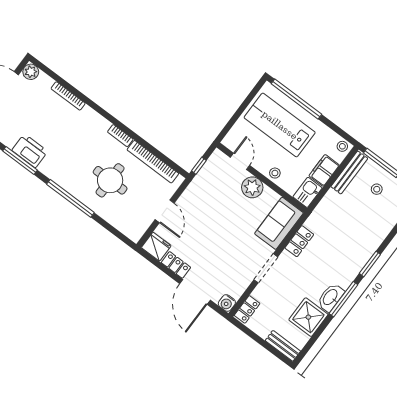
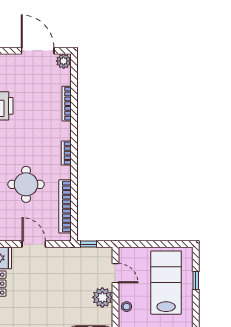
window: (296, 99) -> (196, 280), width x0.32
bookcase: (120, 136) -> (66, 153), moved
door: (240, 161) -> (115, 273), hinge flipped
door: (165, 211) -> (34, 244), swing flipped

